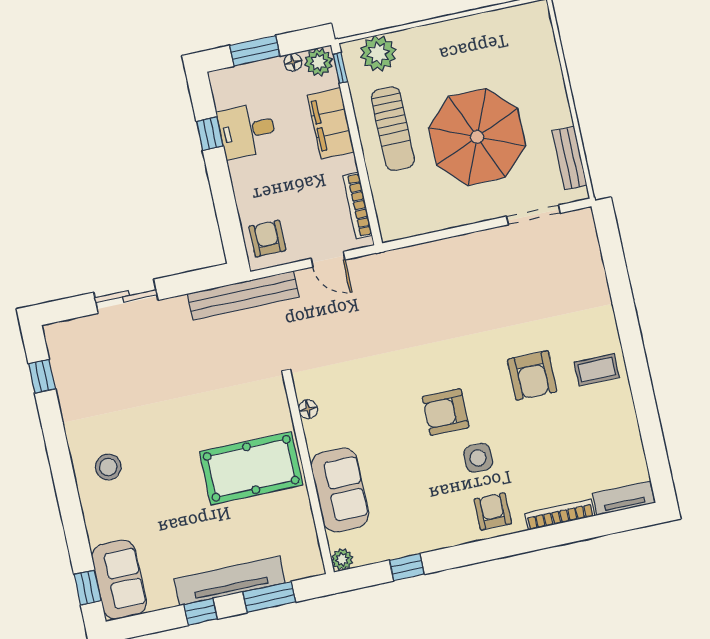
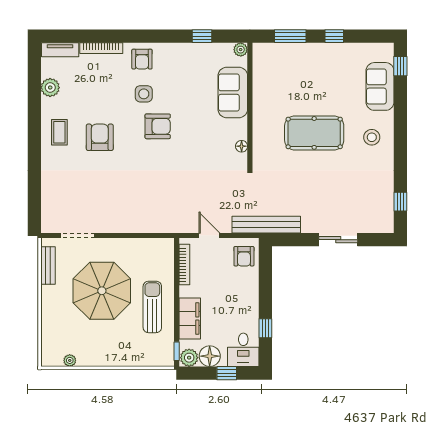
window: (255, 51) -> (227, 373), width x0.67
plant: (378, 53) -> (70, 360), moved, width x0.53, depth x0.53
floor lamp: (293, 62) -> (210, 356), width x1.89, depth x1.89
desk: (247, 131) -> (243, 350), moved, turned 90
coffee table: (597, 370) -> (59, 132), turned 90
plant: (626, 436) -> (50, 88), added
pool table: (251, 468) -> (314, 133), moved
sofa: (119, 580) -> (380, 86), moved
tv unit: (230, 581) -> (312, 51), removed

